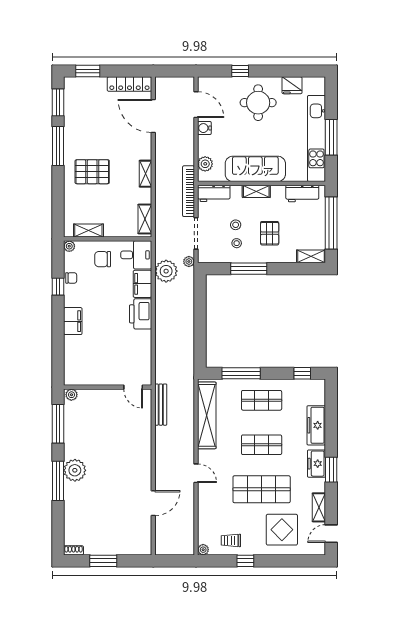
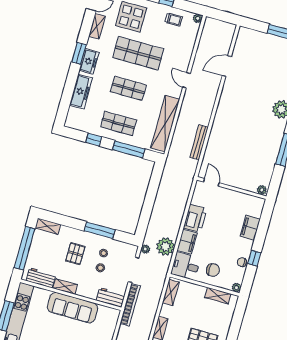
plant: (205, 164) -> (111, 323), removed
shelving: (256, 191) -> (65, 286), moved
window: (302, 373) -> (94, 140), moved
wall: (108, 387) -> (232, 188), moved
door: (133, 387) -> (211, 182), moved
plant: (71, 395) -> (262, 190), moved

